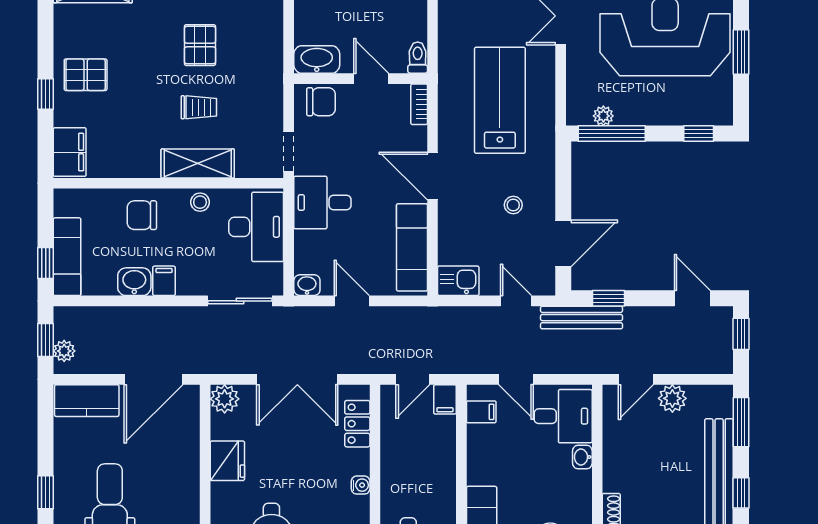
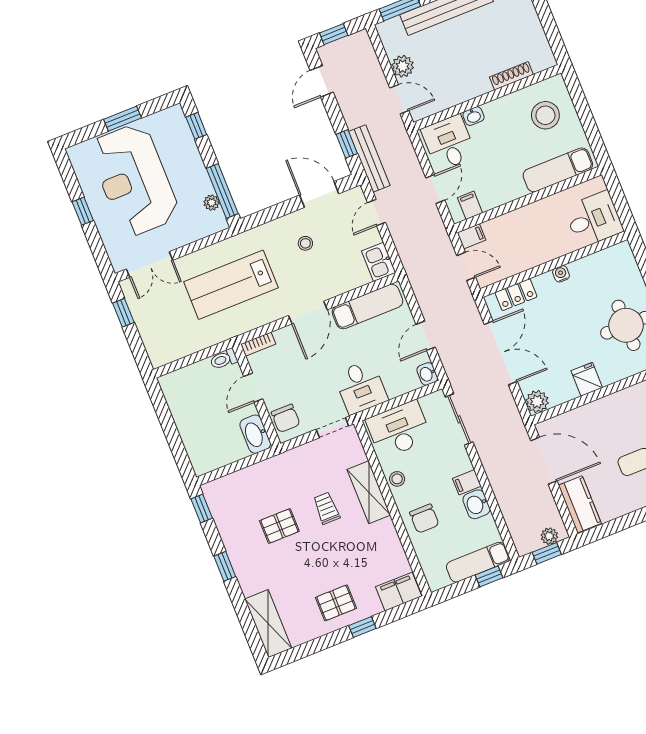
pallet: (86, 75) -> (336, 603), turned 90
chair: (321, 102) -> (286, 418), turned 180
fridge: (227, 461) -> (587, 379), width x0.72

